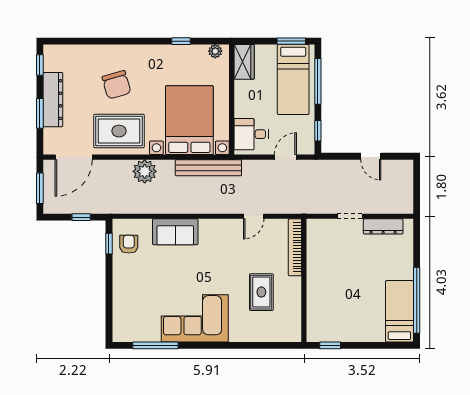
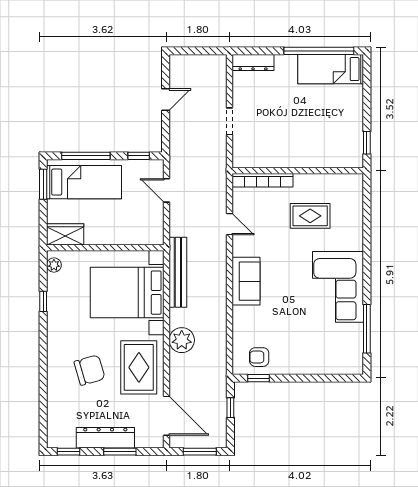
desk: (251, 134) -> (142, 227), removed
dresser: (383, 226) -> (253, 62), moved, turned 90
sofa: (175, 232) -> (246, 281), moved

